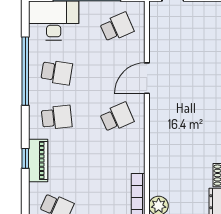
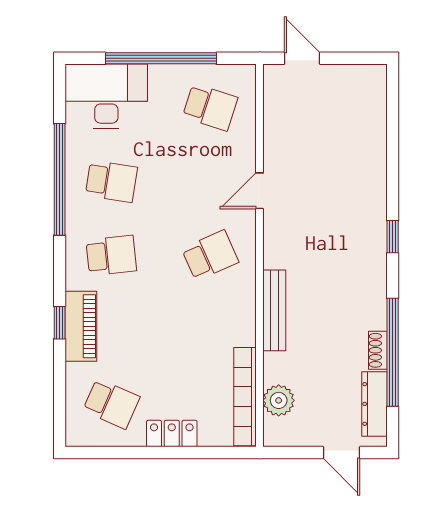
school desk: (117, 27) -> (210, 107), turned 42
door: (147, 78) -> (260, 191), width x0.73
bench: (156, 151) -> (274, 310), added

